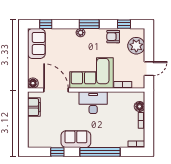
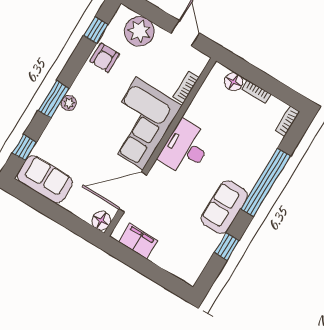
window: (89, 24) -> (54, 99), moved

